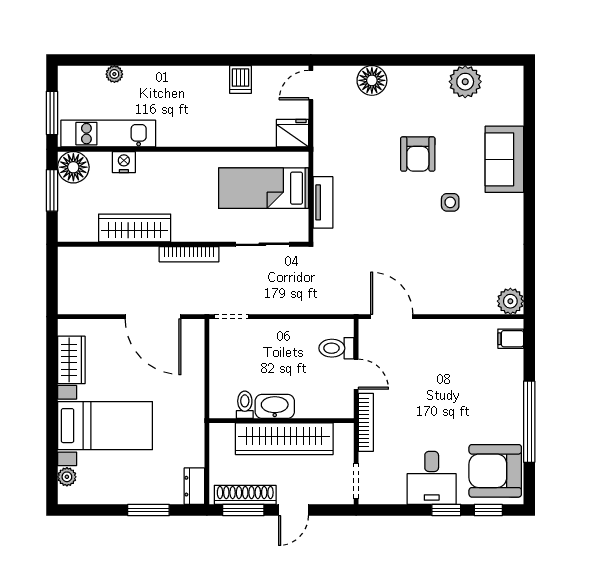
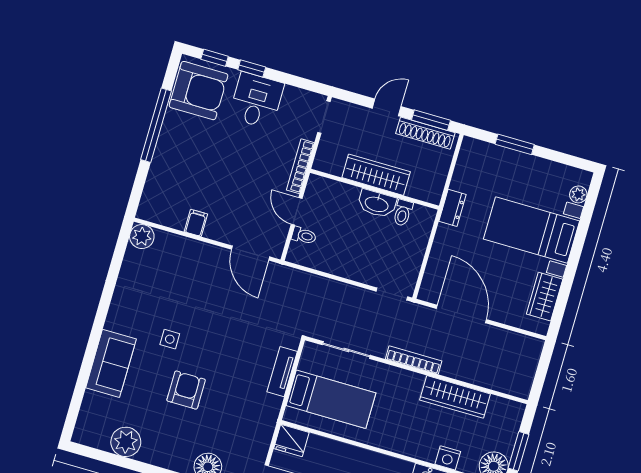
filing cabinet: (511, 339) -> (196, 223), moved, turned -90
toilet: (336, 348) -> (304, 236), width x0.73, depth x0.72
wardrobe: (284, 439) -> (376, 175), width x0.71, depth x0.85
dresser: (194, 486) -> (452, 208), moved

